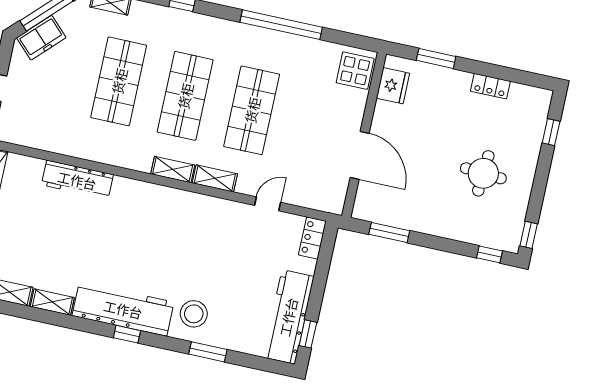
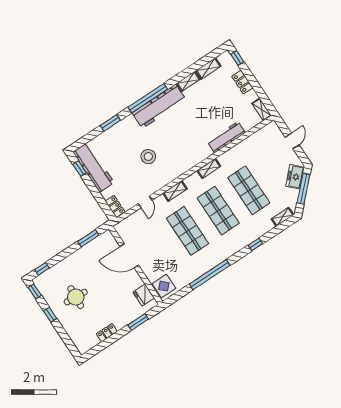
window: (551, 132) -> (50, 315), moved
shelving: (173, 169) -> (209, 168), moved
stool: (194, 314) -> (148, 157), moved
window: (127, 334) -> (148, 98), width x3.17

